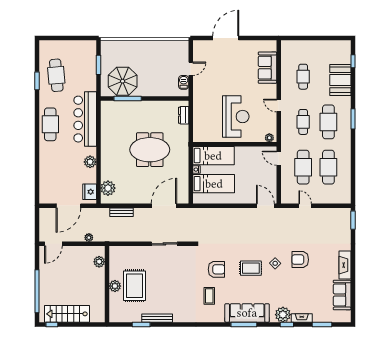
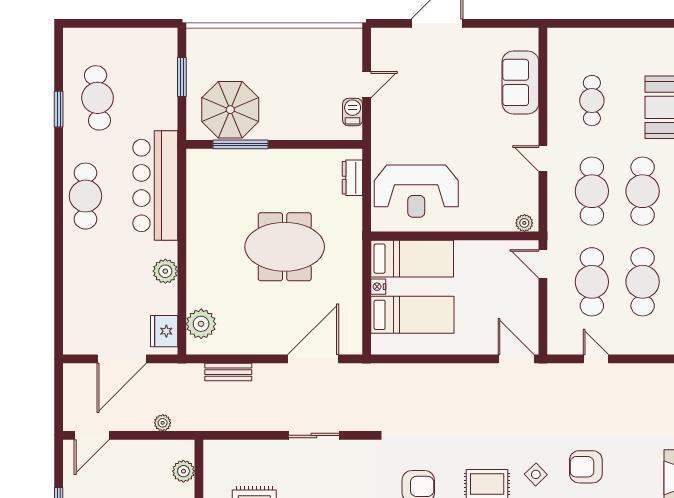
reception desk: (236, 117) -> (416, 191), moved, turned 90
cafe table: (303, 122) -> (592, 191), width x1.37, depth x1.35

